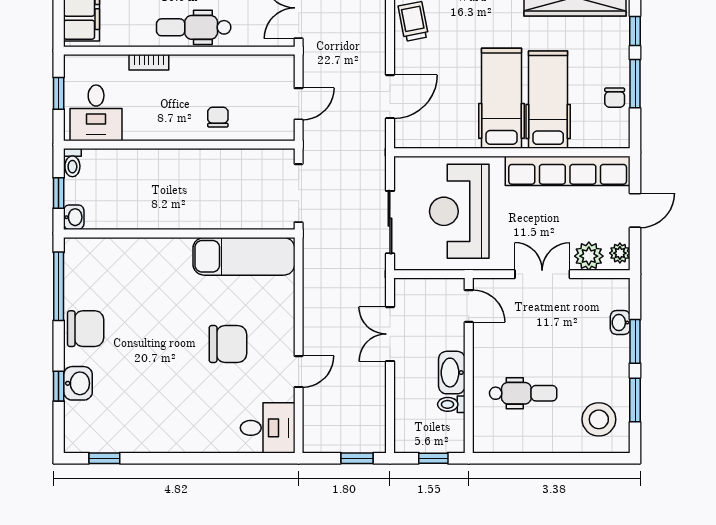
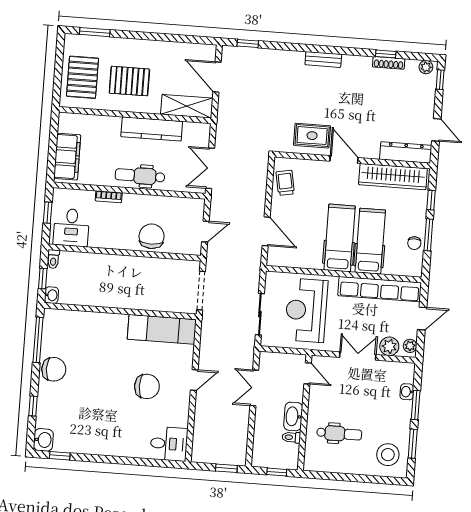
door: (390, 97) -> (266, 231), hinge flipped
chair: (218, 117) -> (152, 236), width x1.87, depth x1.87
door: (299, 372) -> (194, 380), moved
washbasin: (78, 383) -> (43, 440), moved

